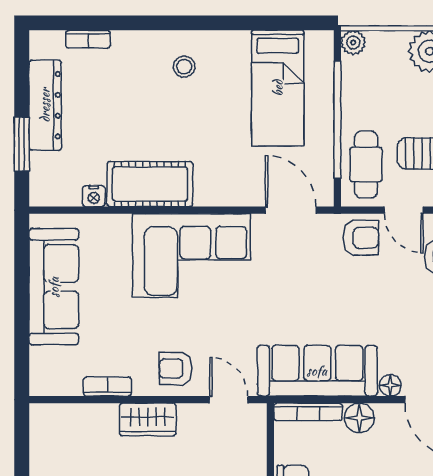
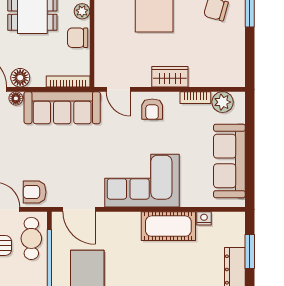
armchair: (176, 368) -> (152, 109), turned 90
plant: (65, 380) -> (223, 102), added
floor lamp: (359, 418) -> (20, 78), moved

